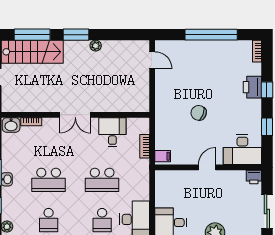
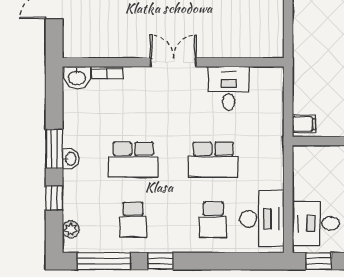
double door: (75, 115) -> (173, 62), swing flipped
bookcase: (145, 146) -> (277, 109), removed

